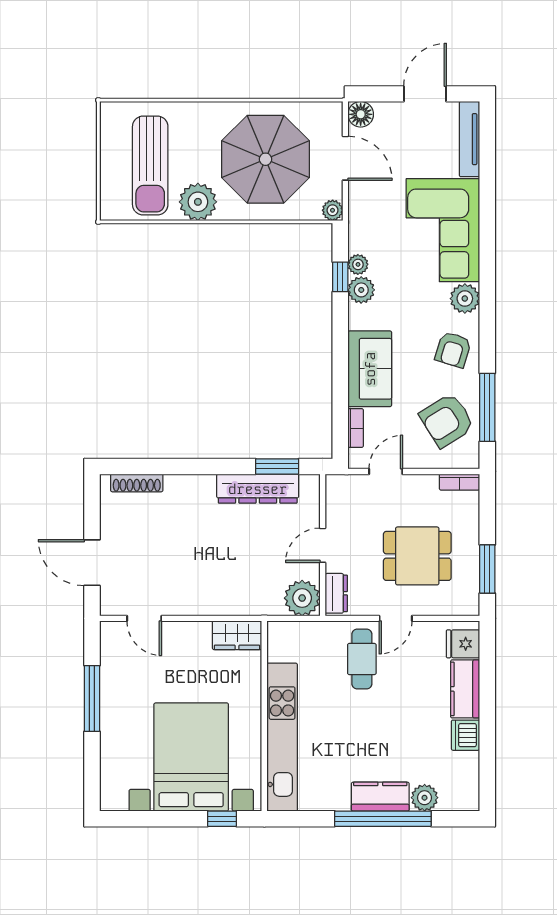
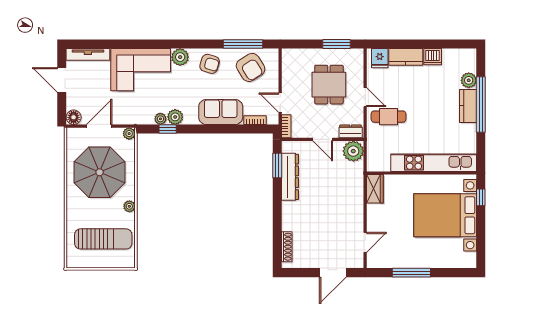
plant: (198, 202) -> (129, 206), width x0.53, depth x0.53
bookcase: (460, 482) -> (286, 126), moved

